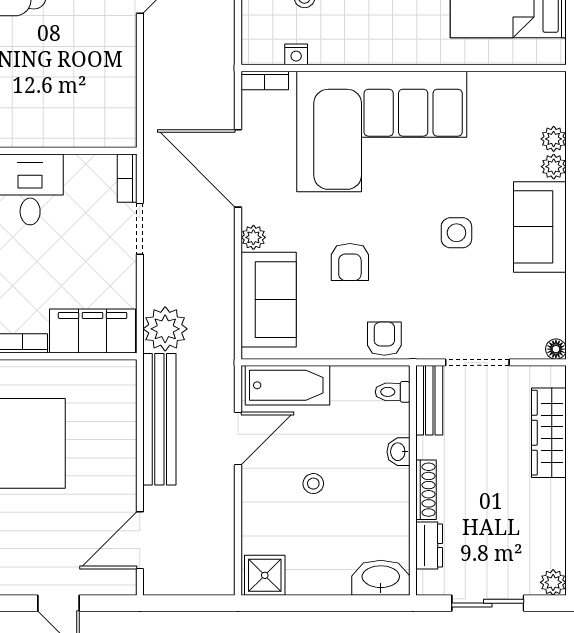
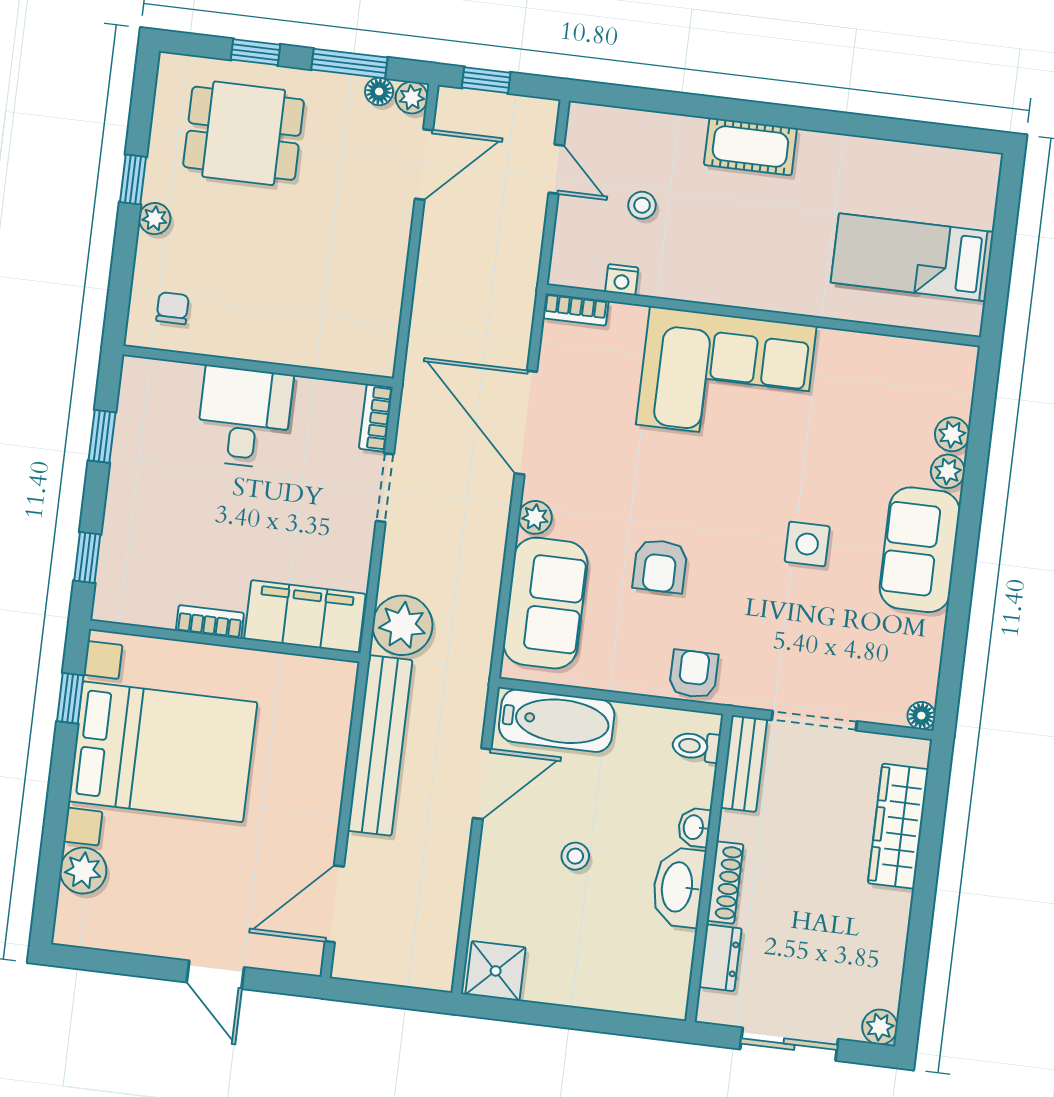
corner sofa: (382, 131) -> (726, 375), width x0.73, depth x0.74
washbasin: (381, 578) -> (678, 887), moved, turned -90

